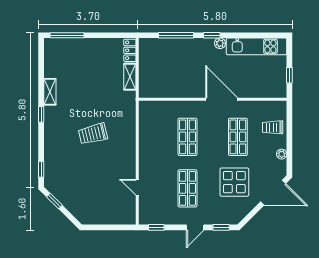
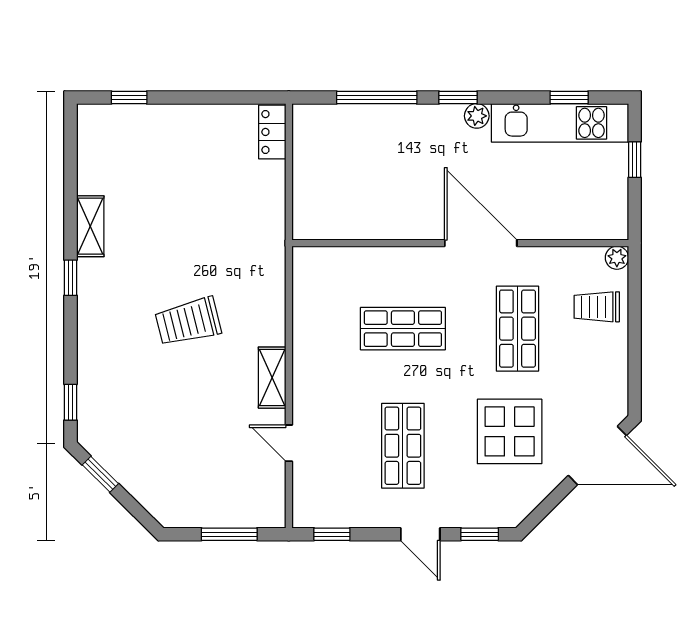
window: (67, 35) -> (129, 98), width x0.46
window: (261, 35) -> (569, 98), added
window: (289, 75) -> (635, 160), moved
shelving: (130, 77) -> (272, 378), moved
shop shelf: (187, 137) -> (403, 329), turned 90
plant: (282, 154) -> (617, 258), moved
window: (111, 227) -> (229, 534), added
door: (195, 227) -> (420, 534), hinge flipped

